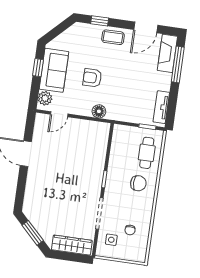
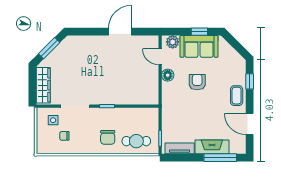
fireplace: (167, 53) -> (212, 147), moved
floor lamp: (99, 111) -> (168, 75), moved

